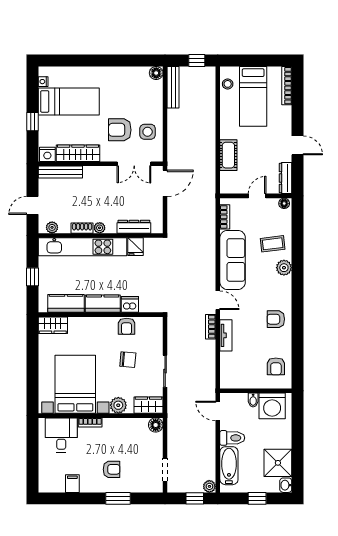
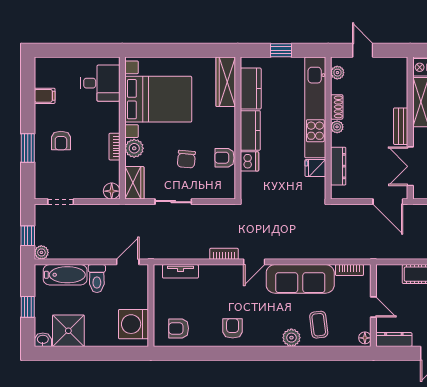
bench: (60, 172) -> (401, 126), moved, width x0.73
wardrobe: (53, 325) -> (226, 82), width x1.50
tv unit: (226, 335) -> (180, 271), moved
bidet: (253, 400) -> (140, 302), removed
bookcase: (90, 423) -> (114, 147), moved

